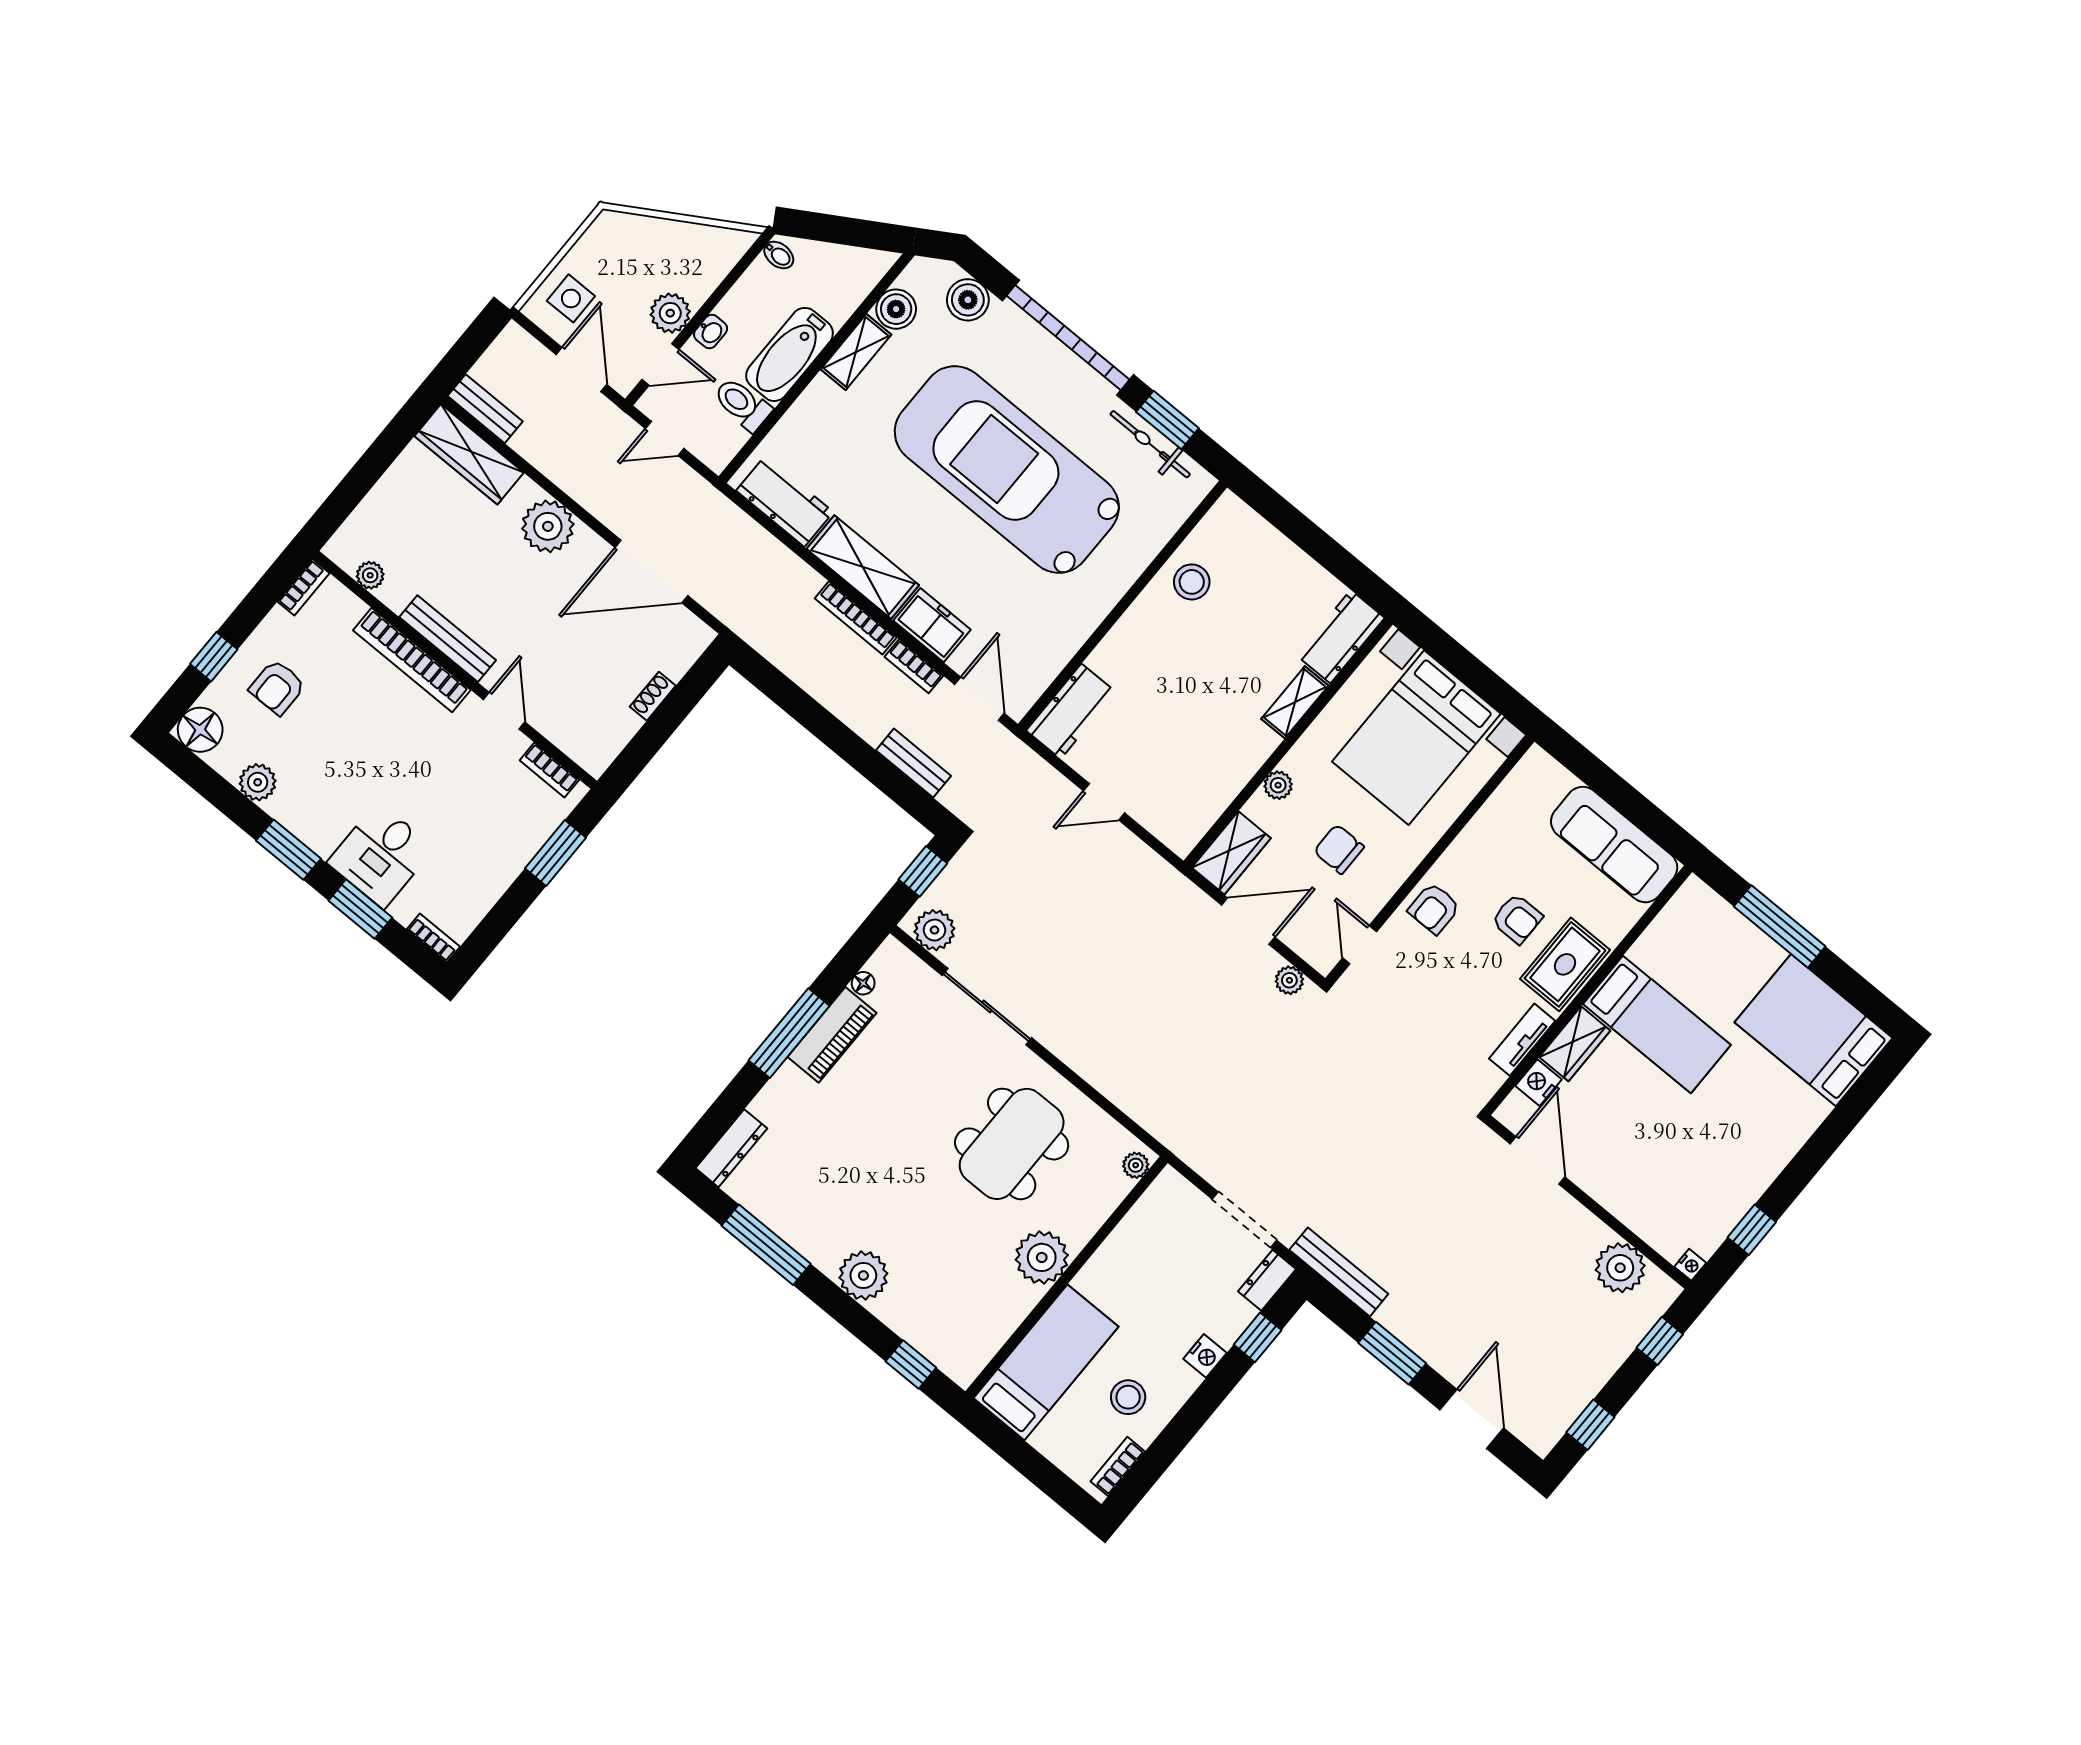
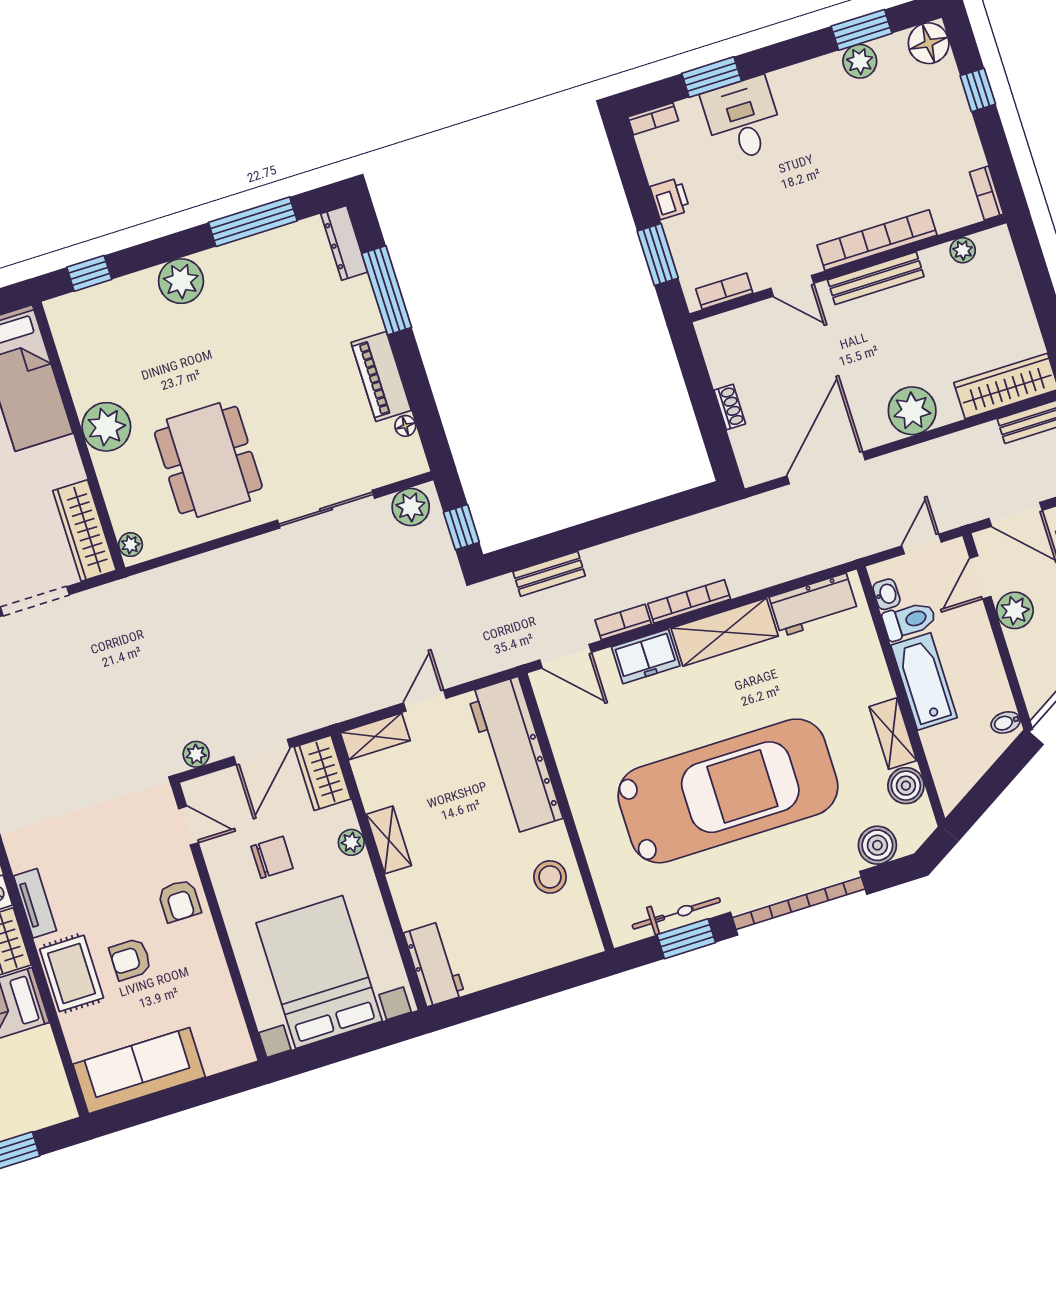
washbasin: (711, 332) -> (886, 594), moved, turned 180
armchair: (277, 687) -> (923, 123), removed
shelving: (1295, 702) -> (389, 840), moved
workbench: (1071, 711) -> (515, 755), width x1.88, depth x1.32
shelving: (1167, 826) -> (375, 736), added
window: (289, 850) -> (862, 30), moved
printer: (497, 875) -> (670, 199), added
armchair: (1434, 909) -> (179, 901), turned 180
window: (789, 1033) -> (387, 290), moved
wardrobe: (1150, 1216) -> (84, 530), added

